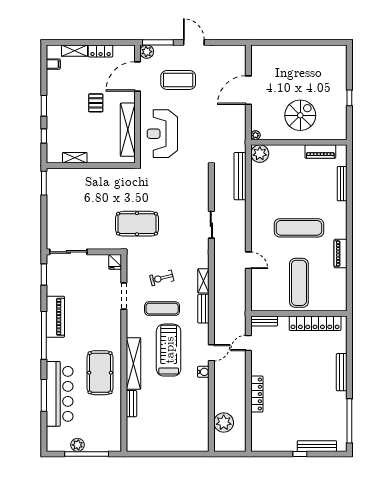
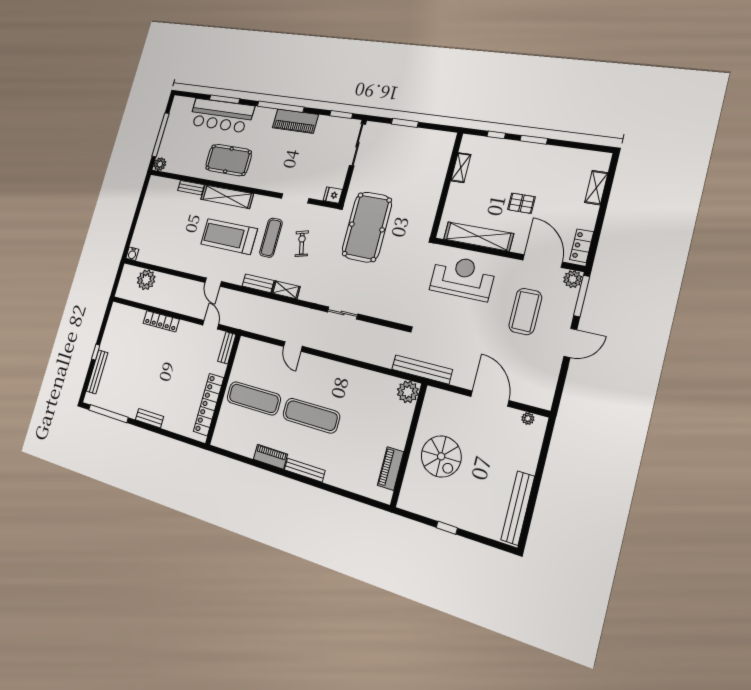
locker: (101, 51) -> (582, 246), moved
bench: (320, 51) -> (518, 508), added
filing cabinet: (53, 64) -> (585, 158), removed
plant: (255, 135) -> (528, 418), moved
bench: (240, 176) -> (422, 369), moved
window: (44, 183) -> (405, 123), moved
bench: (342, 184) -> (305, 470), moved
pool table: (137, 224) -> (367, 227), width x1.36, depth x1.32
exercise mat: (299, 228) -> (311, 416), turned 90
door: (248, 260) -> (293, 346), hinge flipped
treadmill: (169, 350) -> (229, 236), turned 180
water cooler: (203, 372) -> (132, 254), moved
bench: (342, 372) -> (149, 418), width x0.73
plant: (78, 445) -> (160, 164), moved

